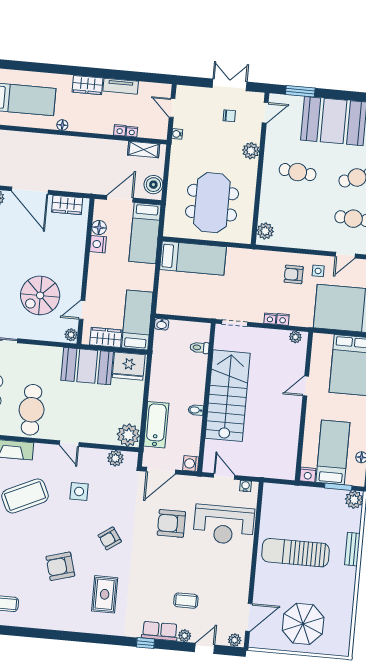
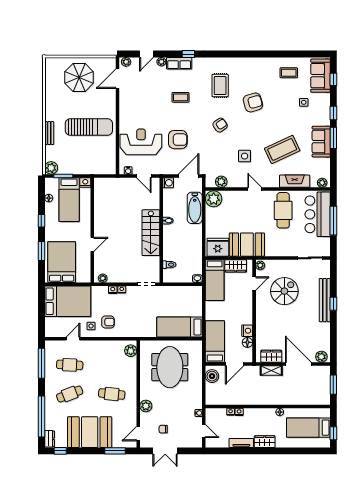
shelving: (144, 149) -> (271, 371), moved
stairs: (228, 396) -> (151, 233), width x0.73, depth x0.66
coffee table: (186, 601) -> (181, 97), moved

